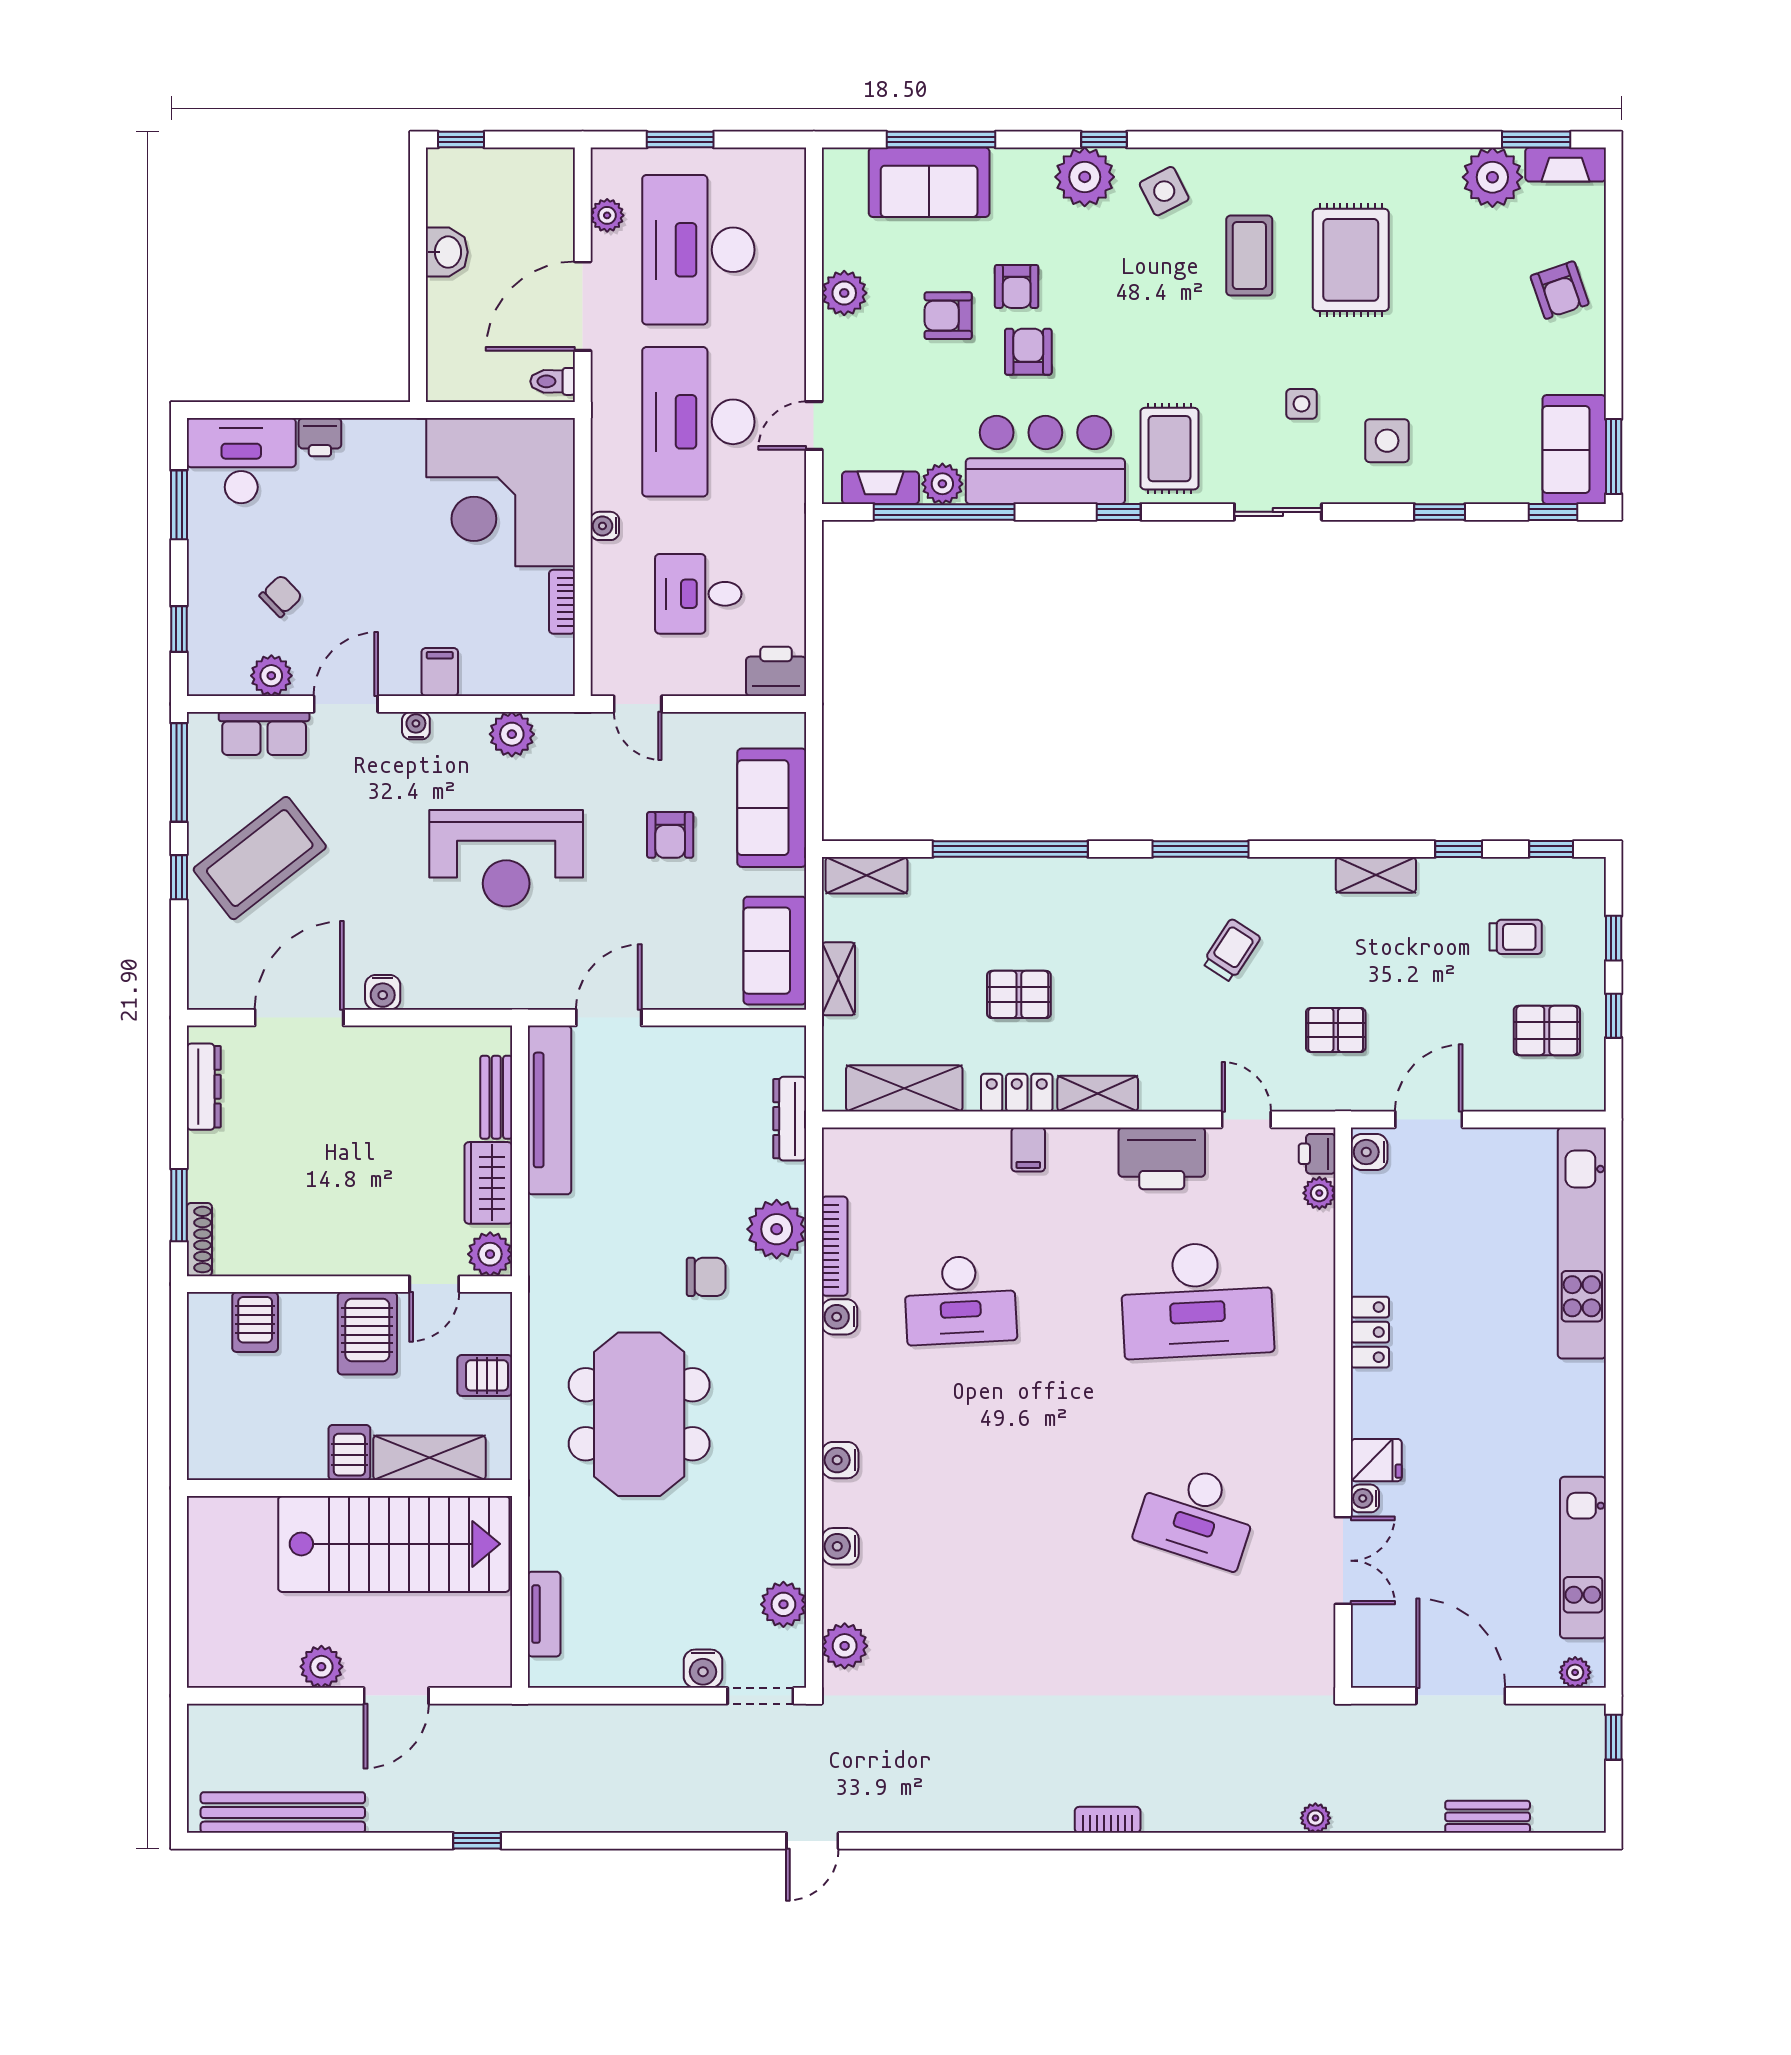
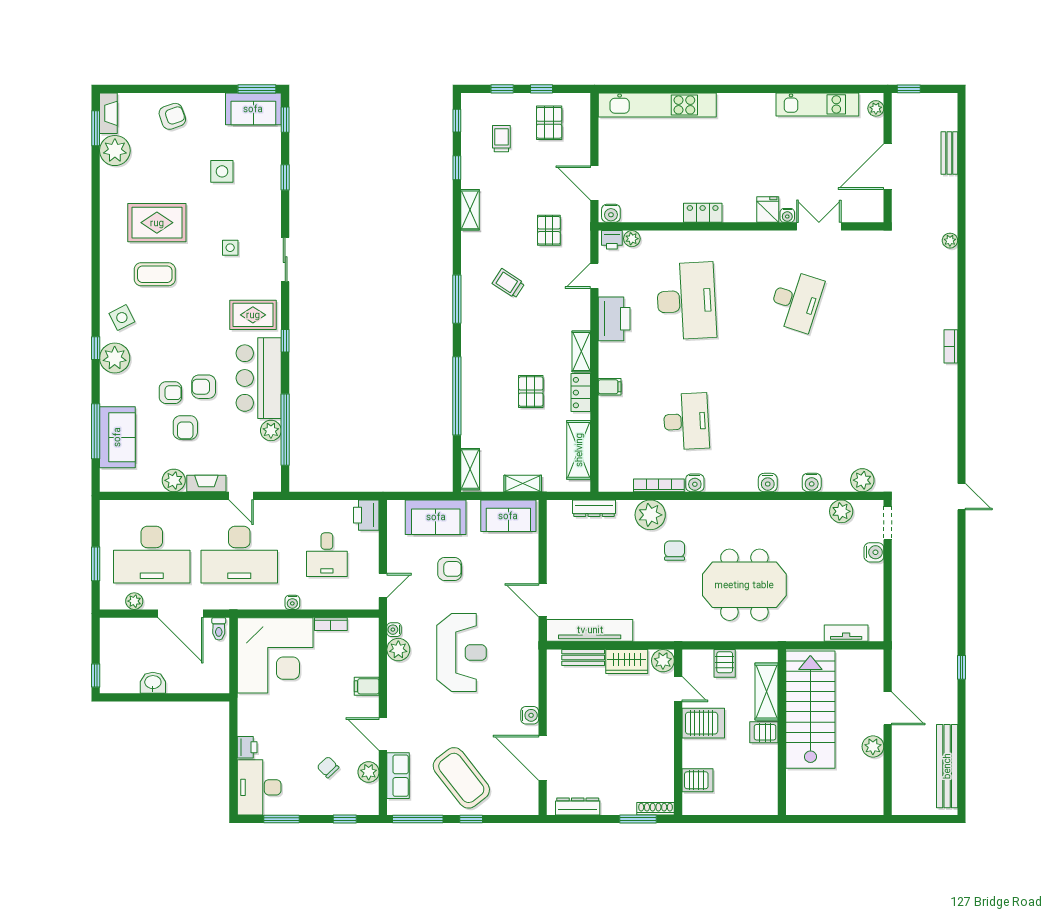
side table: (1387, 441) -> (222, 171), moved
fireplace: (880, 488) -> (206, 483), moved, turned 90
water cooler: (416, 726) -> (394, 630), moved

